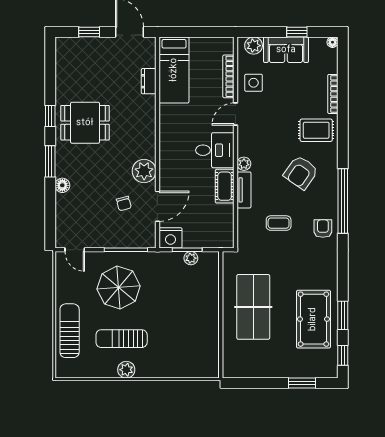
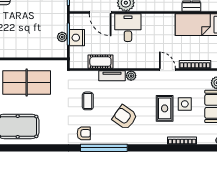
side table: (254, 83) -> (185, 104), moved
rug: (316, 130) -> (165, 108), moved
desk: (215, 150) -> (128, 28), moved, turned 180
cot: (225, 186) -> (100, 62), moved
nightstand: (170, 238) -> (77, 38), moved
window: (343, 315) -> (20, 148), removed

